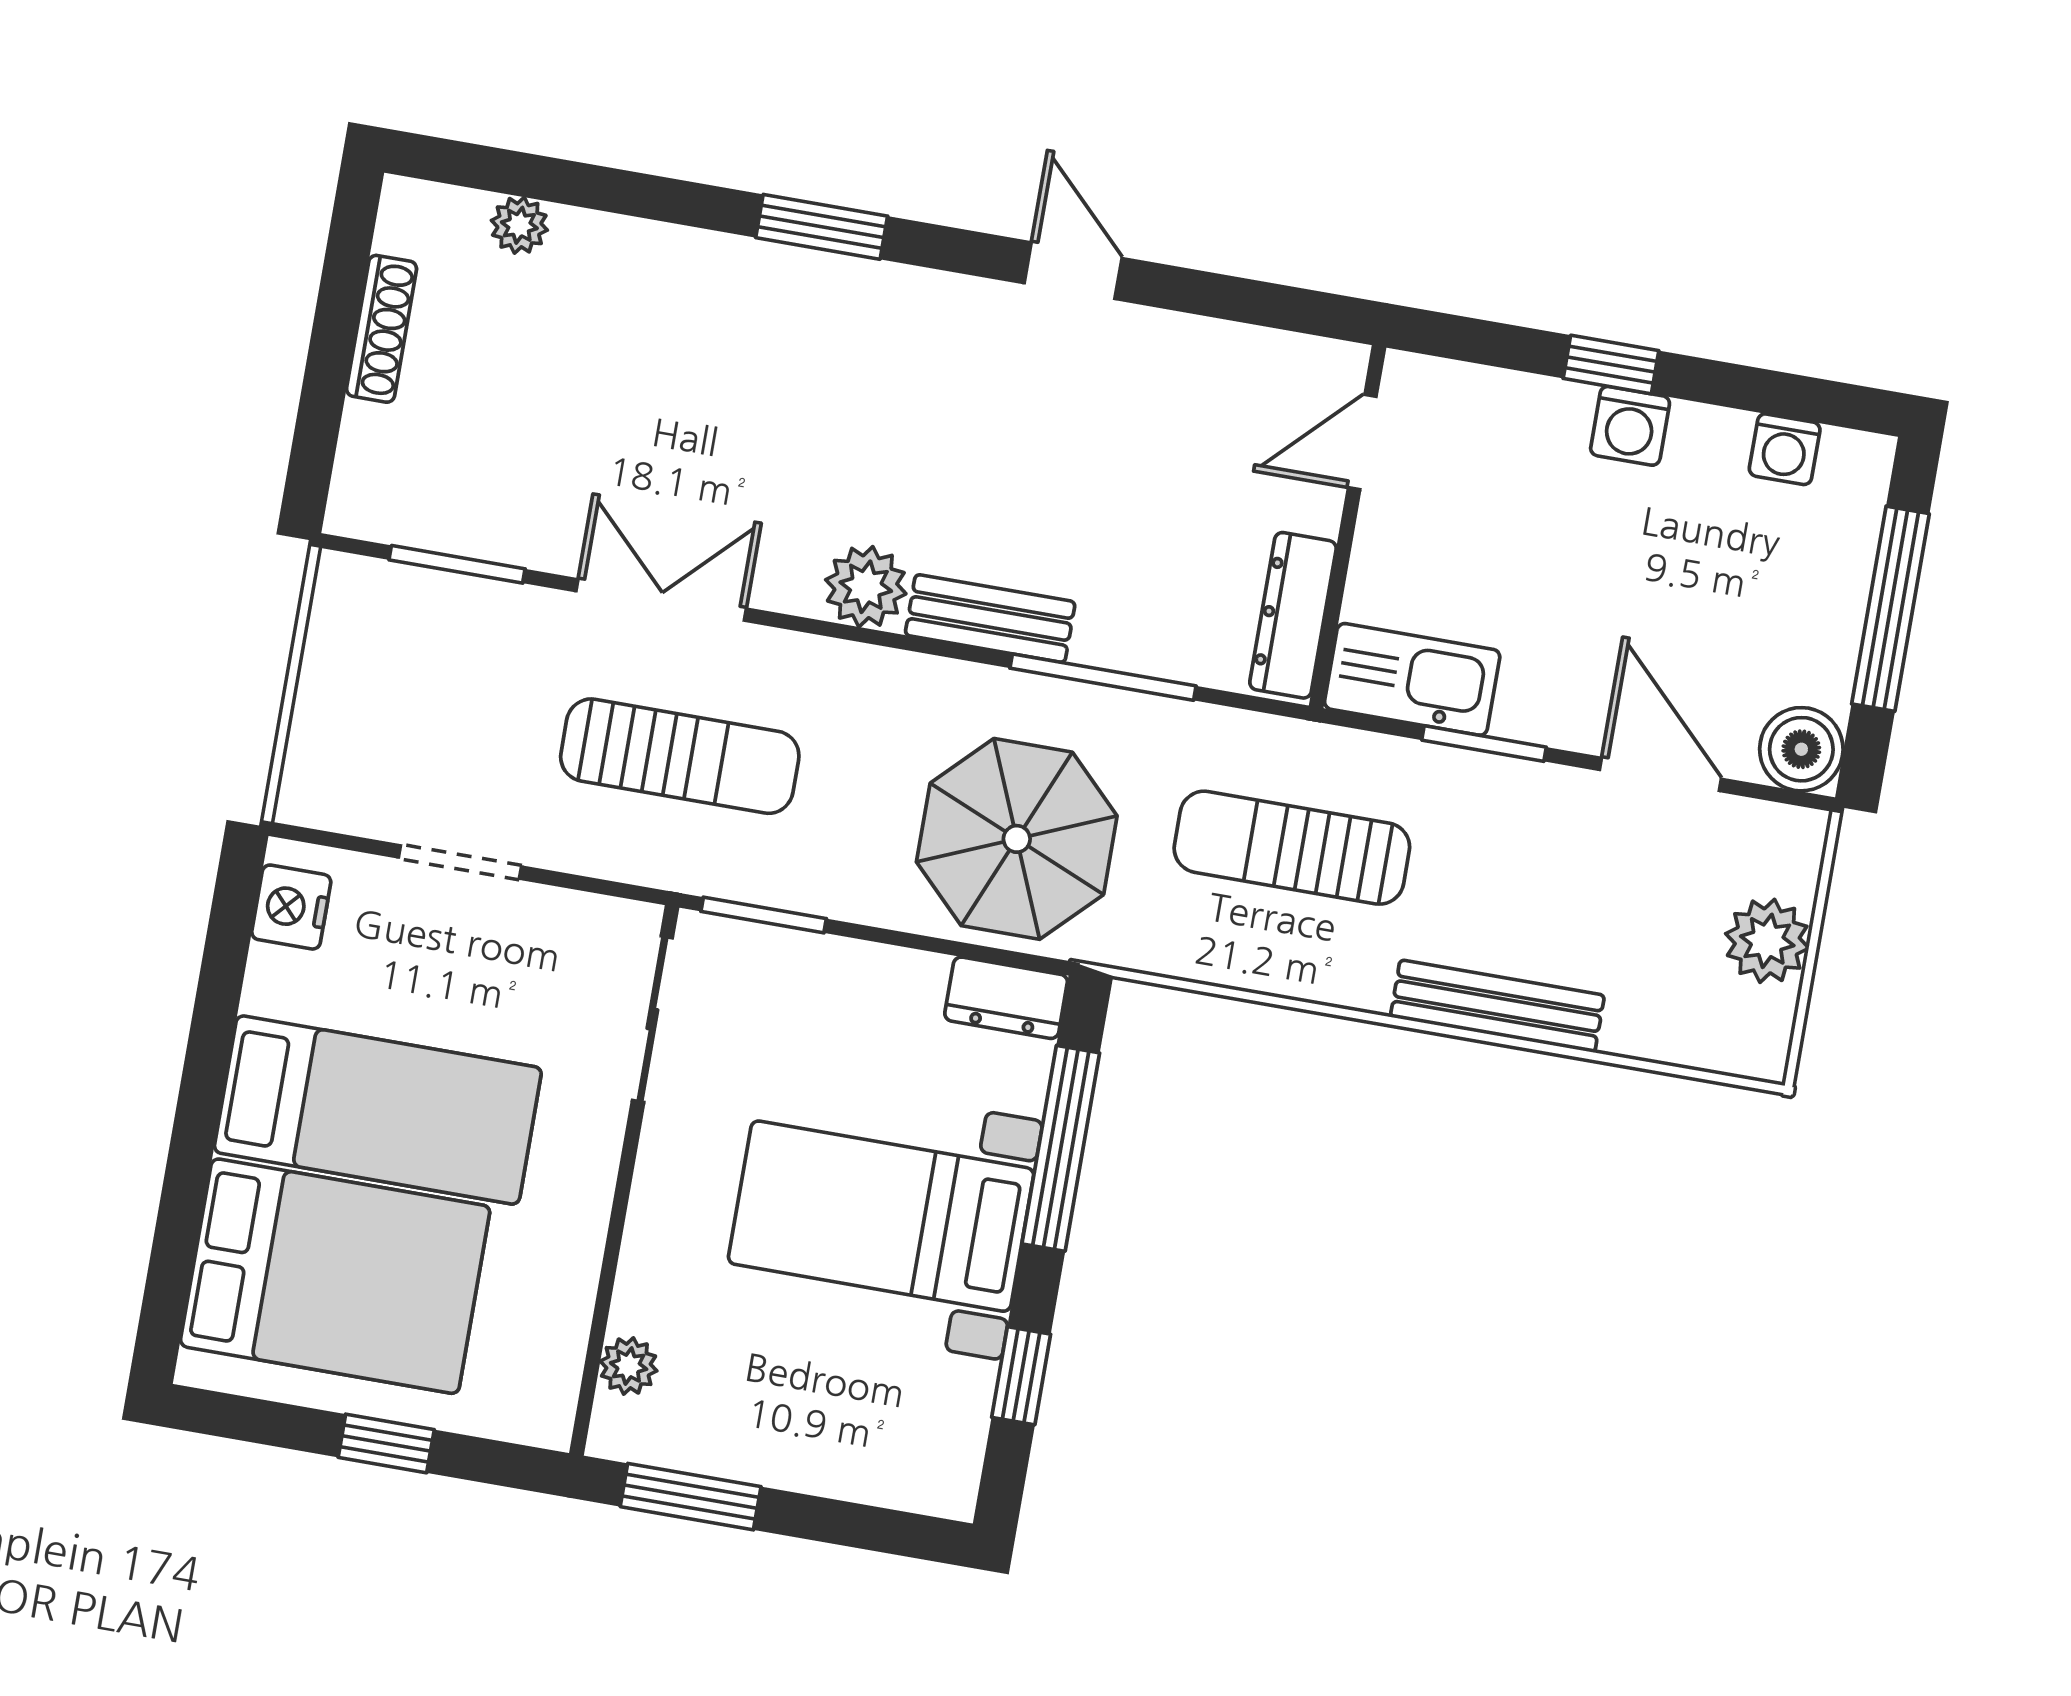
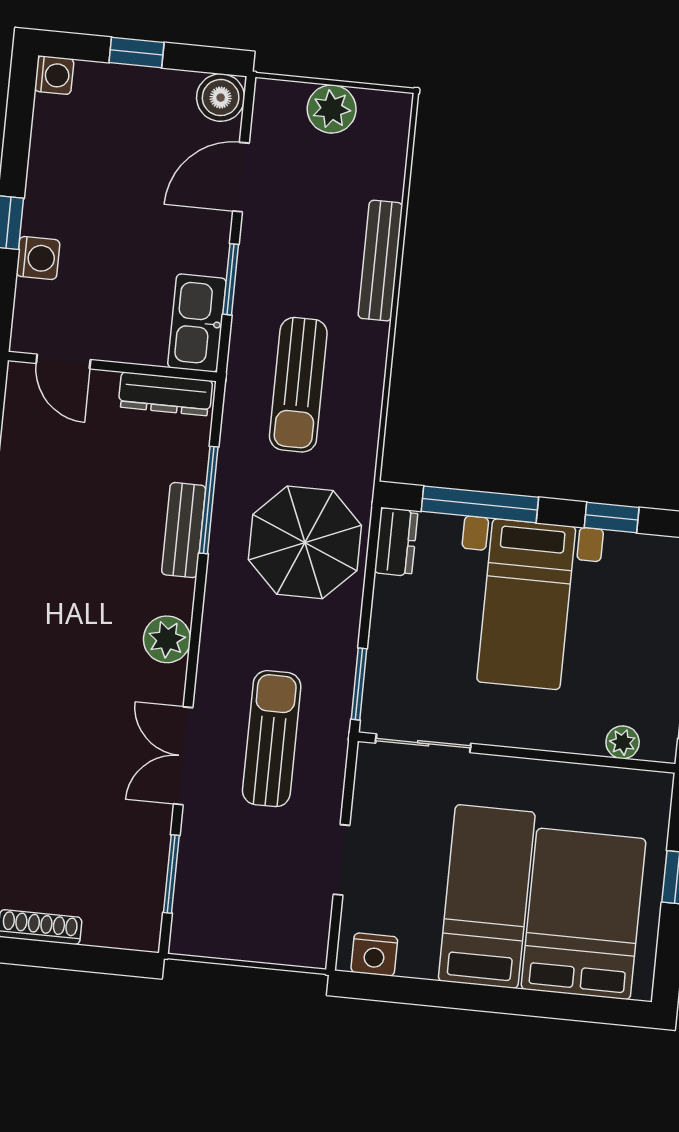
washing machine: (1630, 426) -> (38, 258), moved
washing machine: (1785, 449) -> (54, 75), moved
window: (1890, 609) -> (137, 52), width x0.46
bench: (990, 618) -> (184, 530), moved

